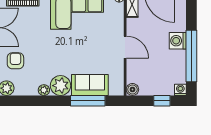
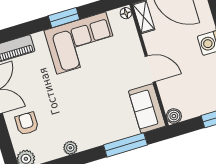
sofa: (90, 85) -> (147, 108), moved, turned -90
plant: (61, 86) -> (88, 137), removed

